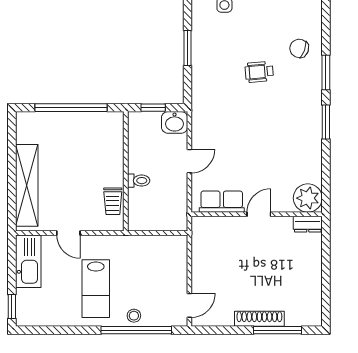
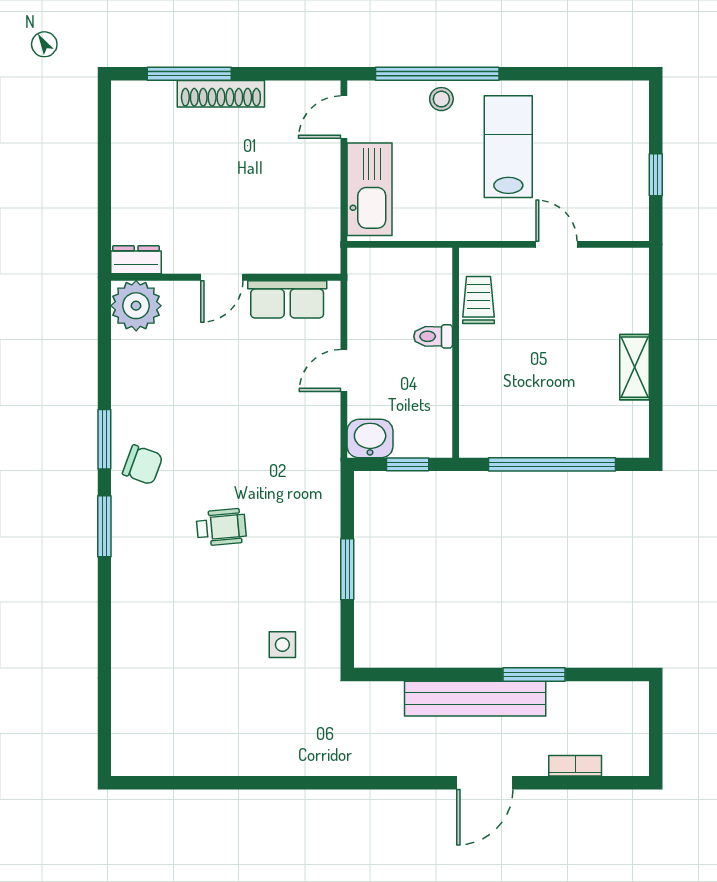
chair: (299, 48) -> (143, 465), moved
shelving: (27, 185) -> (635, 367), width x0.45, depth x0.75
kitchen sink: (28, 261) -> (370, 189), moved, turned 180
window: (12, 307) -> (656, 175), moved

